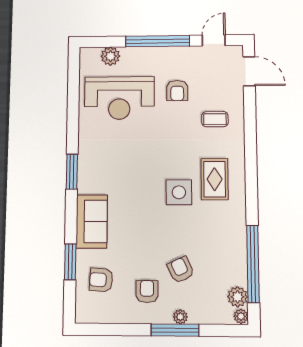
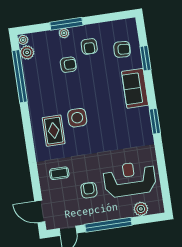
armchair: (181, 270) -> (68, 65), turned -65

